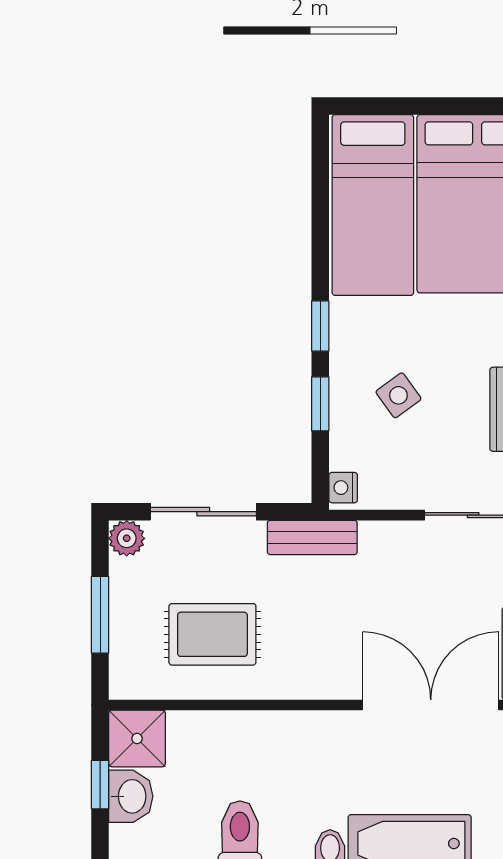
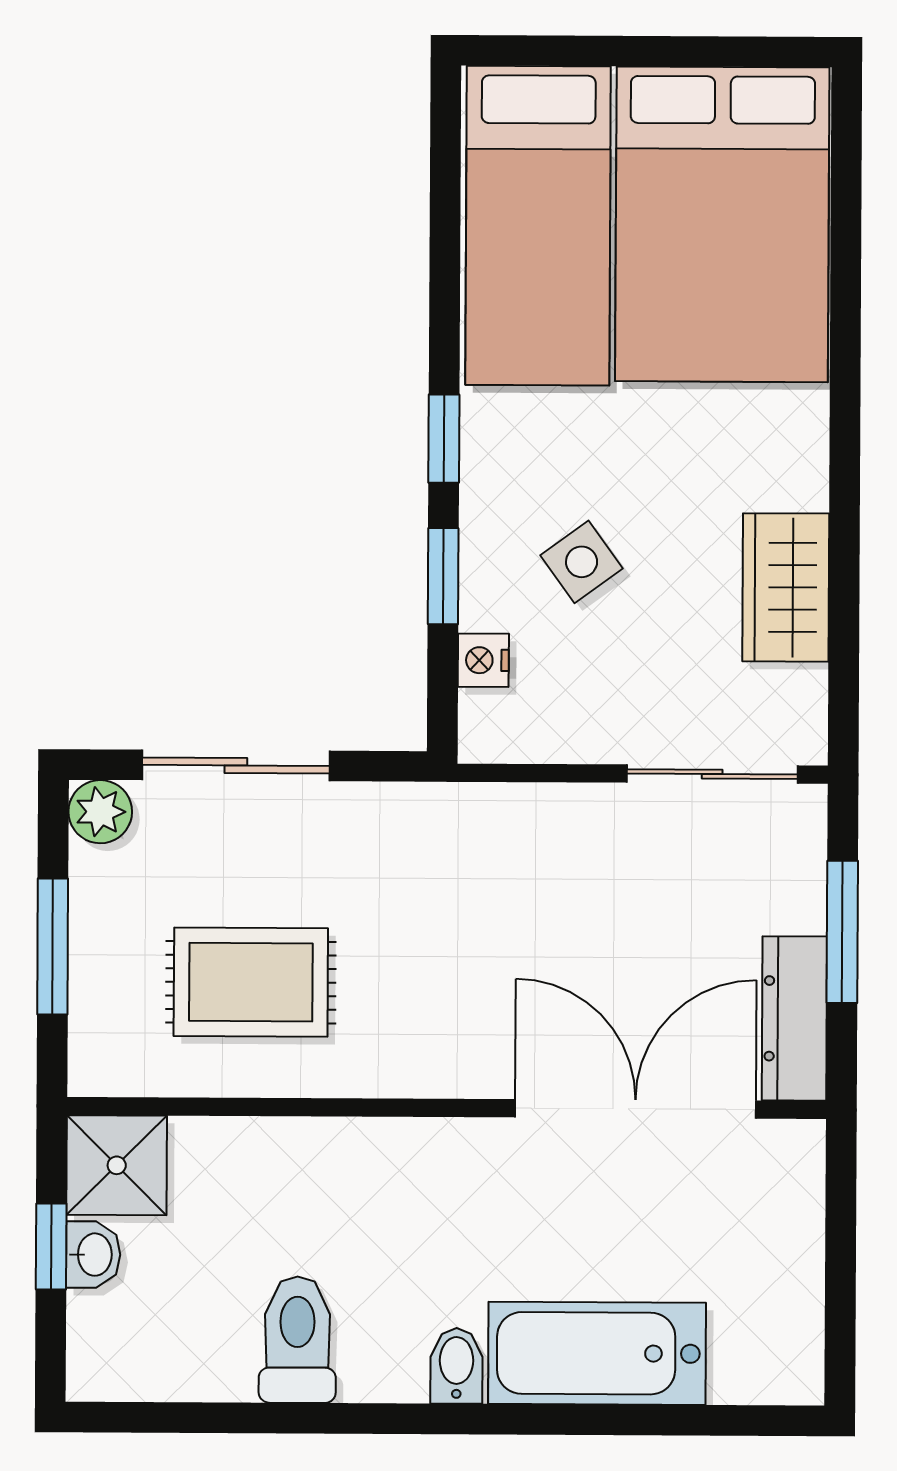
nightstand: (343, 488) -> (483, 660), moved
bench: (312, 537) -> (428, 812), removed
washbasin: (131, 796) -> (93, 1255), width x0.72, depth x0.69

